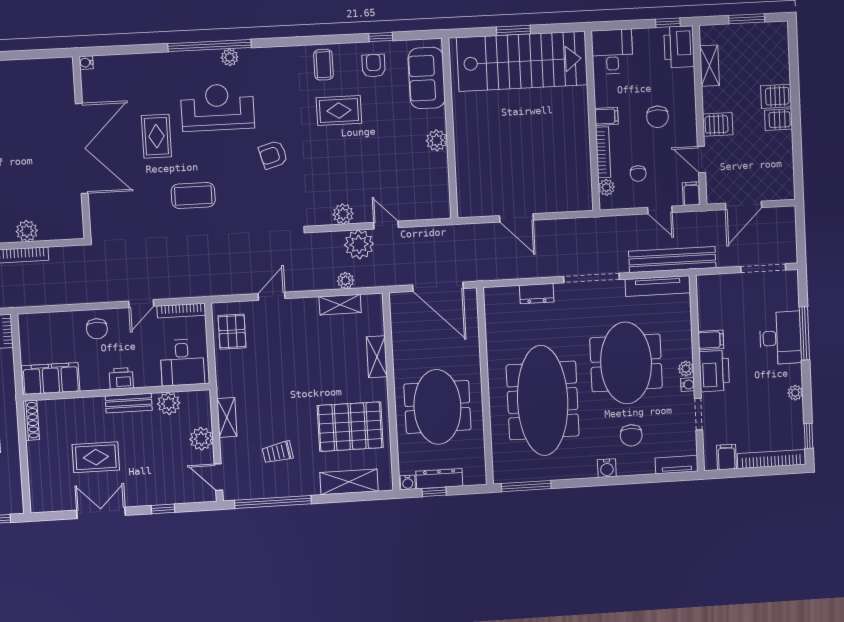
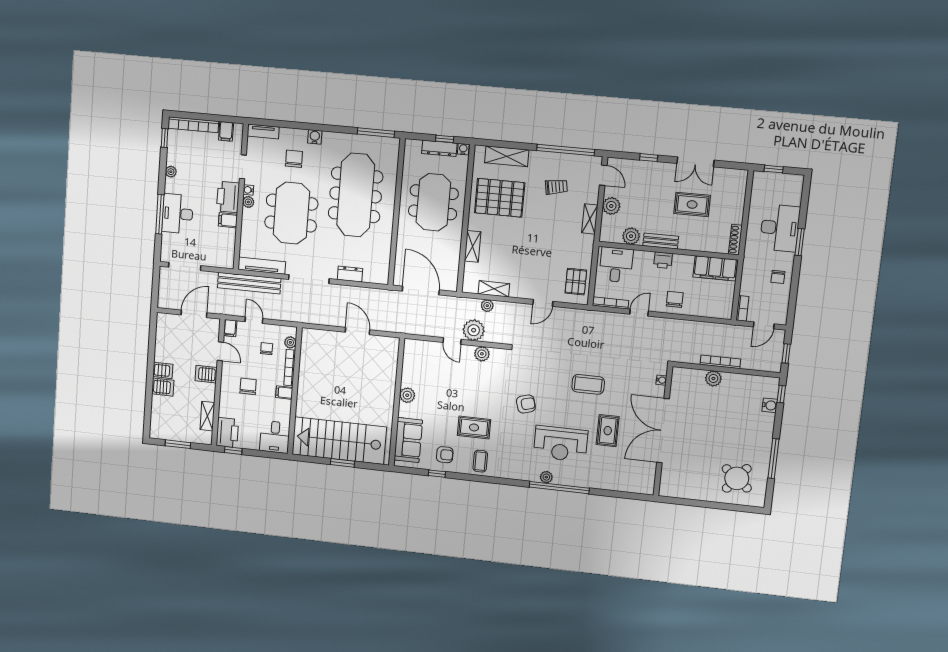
water cooler: (86, 63) -> (661, 380), moved
armchair: (374, 66) -> (445, 455), turned -90

